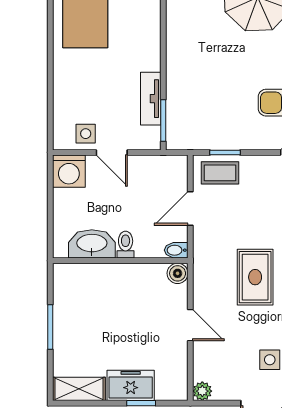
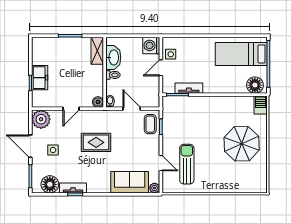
shelving: (79, 389) -> (97, 51), moved
plant: (202, 391) -> (41, 119), width x1.87, depth x1.87

